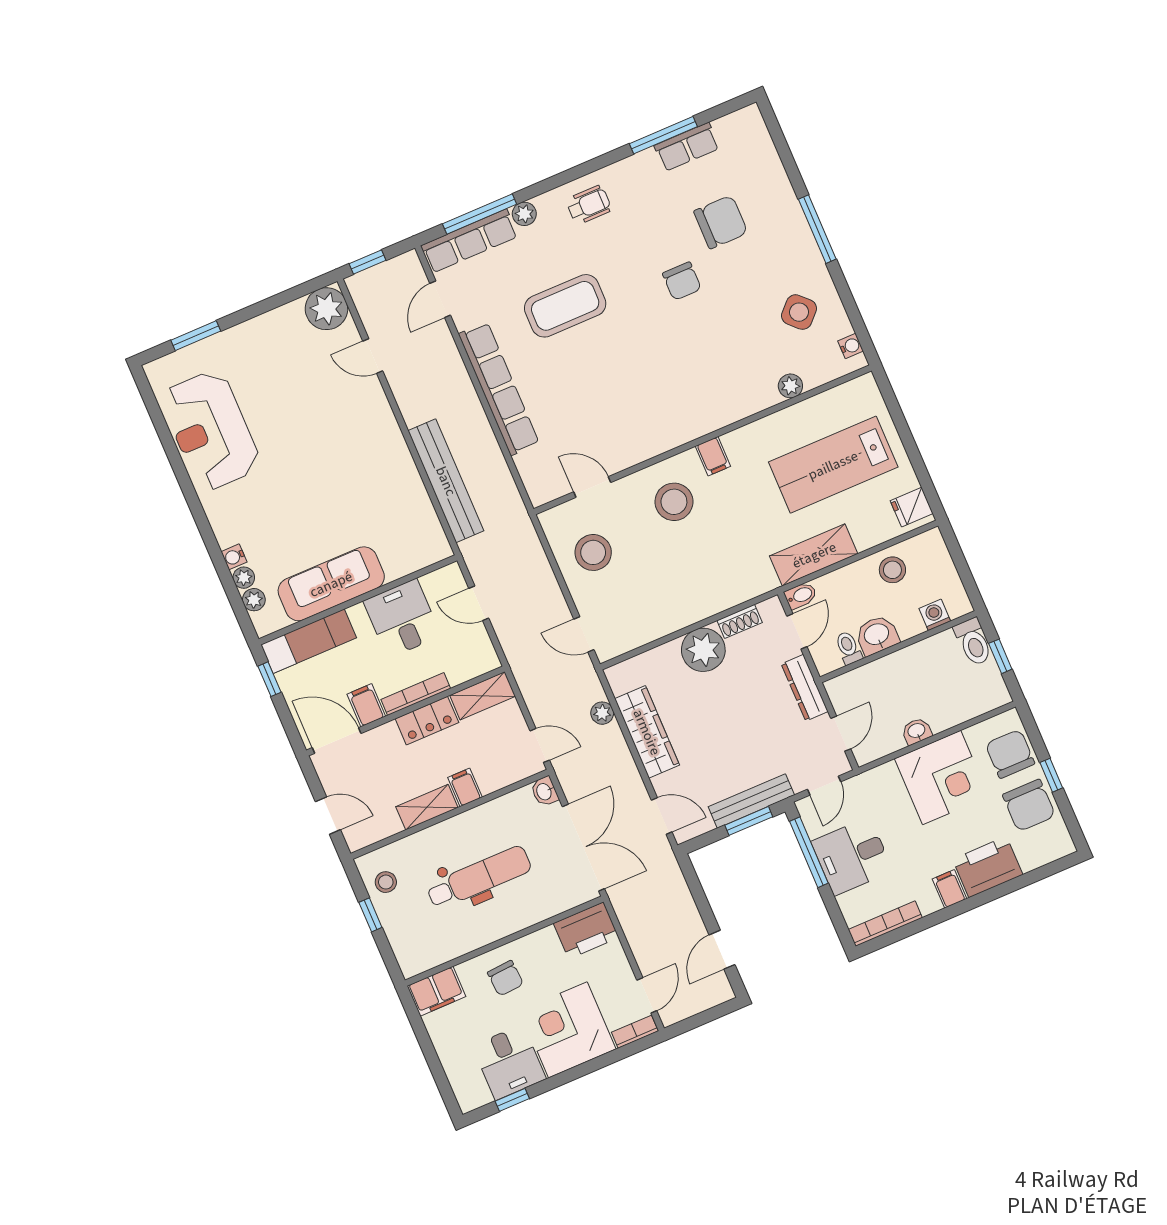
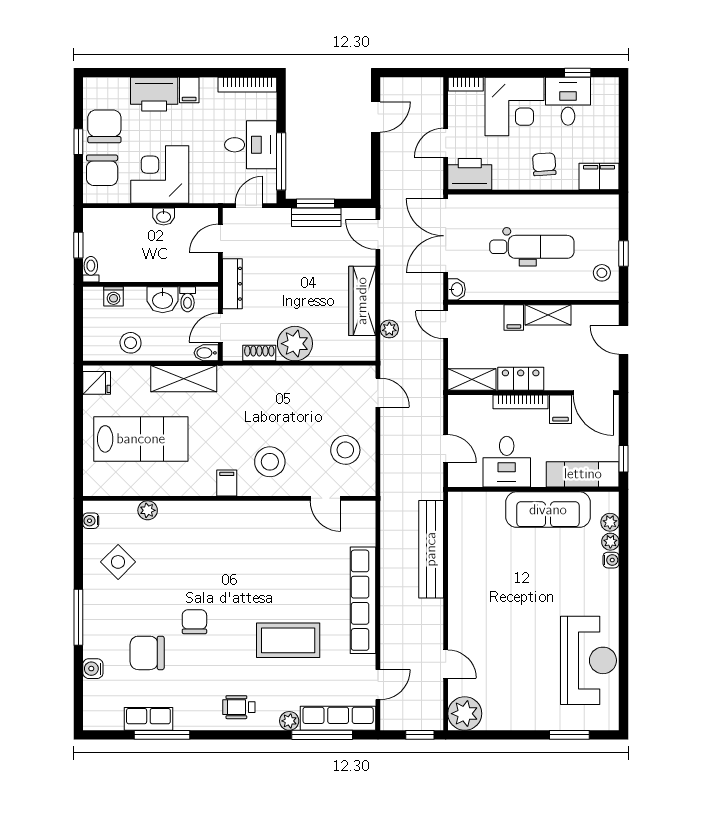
water cooler: (775, 177) -> (93, 669), added
toilet: (973, 642) -> (91, 269), width x0.73, depth x0.72
bench: (751, 801) -> (316, 217), width x0.73
dental chair: (479, 878) -> (532, 247), turned 180
door: (647, 995) -> (446, 143), moved

